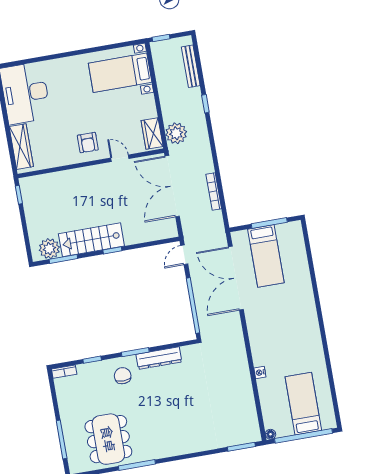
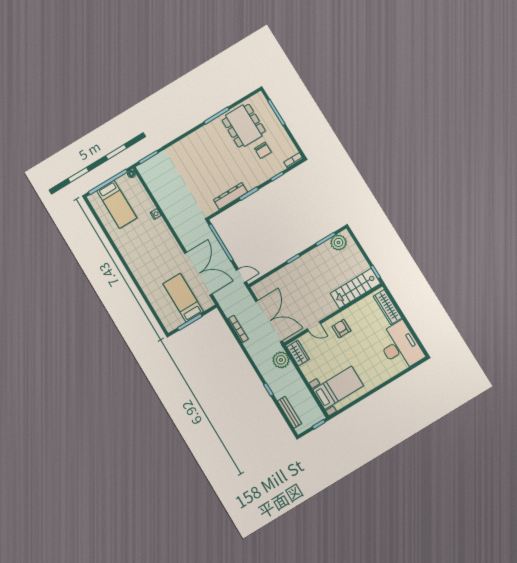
stairs: (91, 240) -> (355, 288), moved, turned 180
door: (184, 255) -> (241, 276), hinge flipped
chair: (123, 376) -> (263, 150), moved

